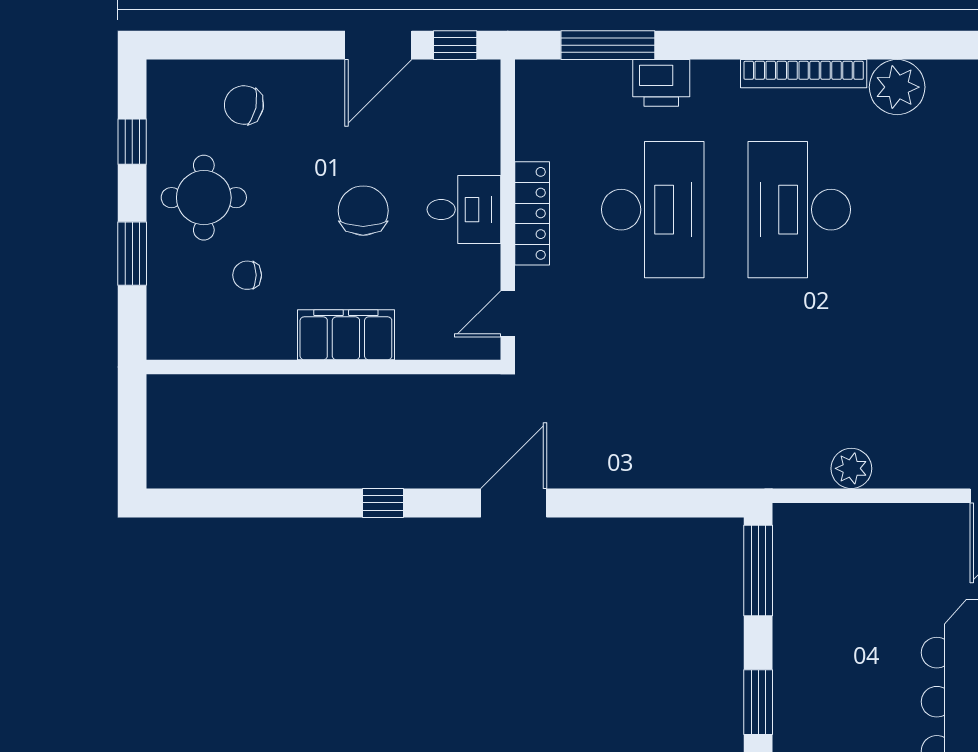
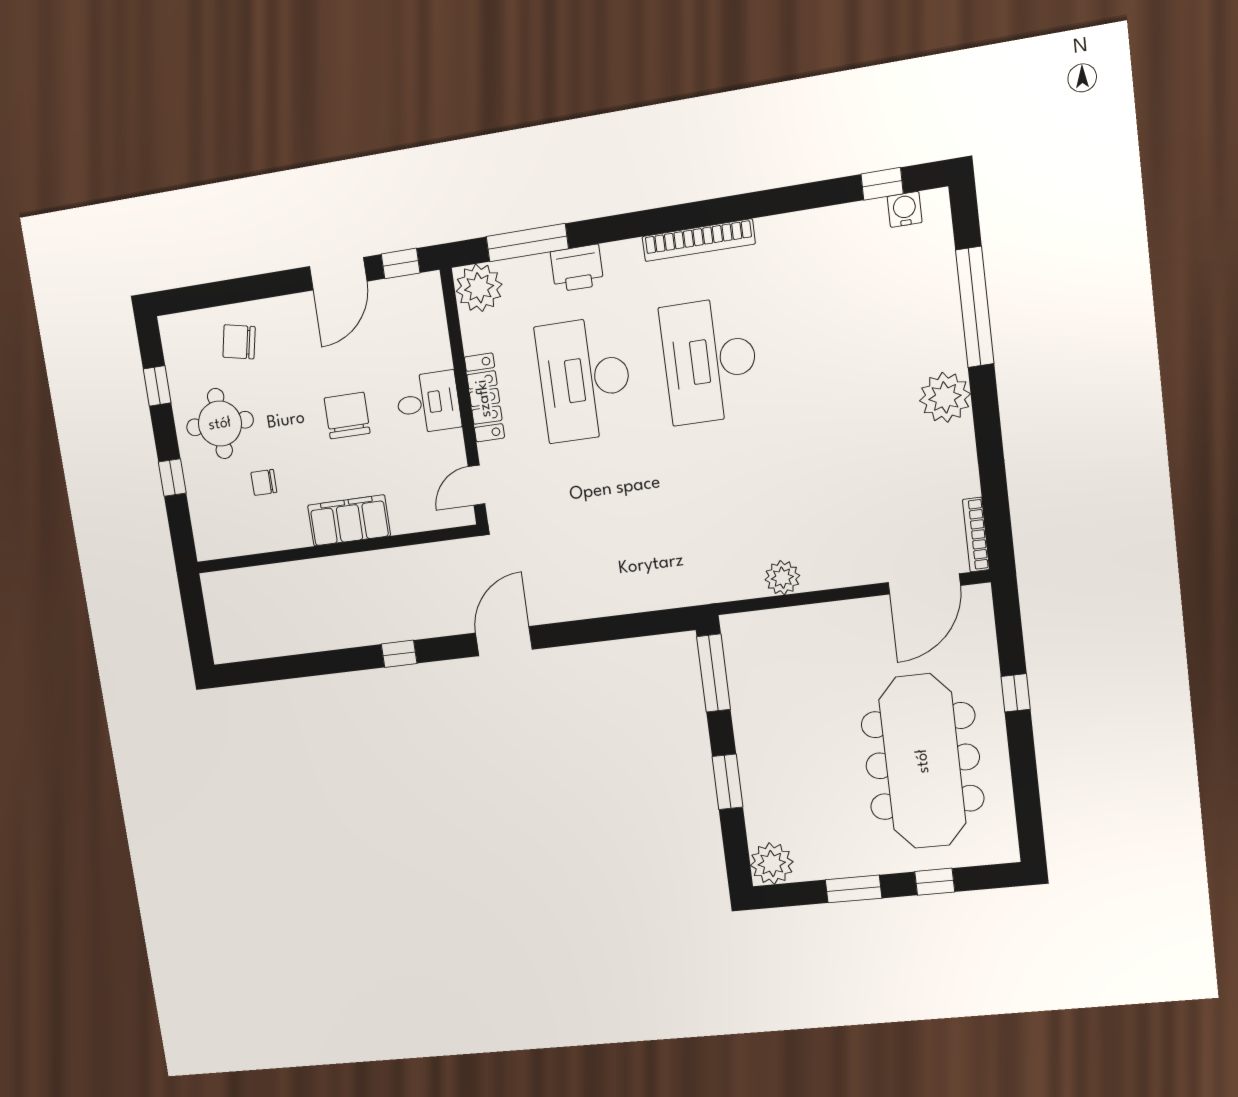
plant: (897, 87) -> (479, 288), moved
desk: (653, 210) -> (585, 379), turned 180
window: (132, 254) -> (172, 478), width x0.67

